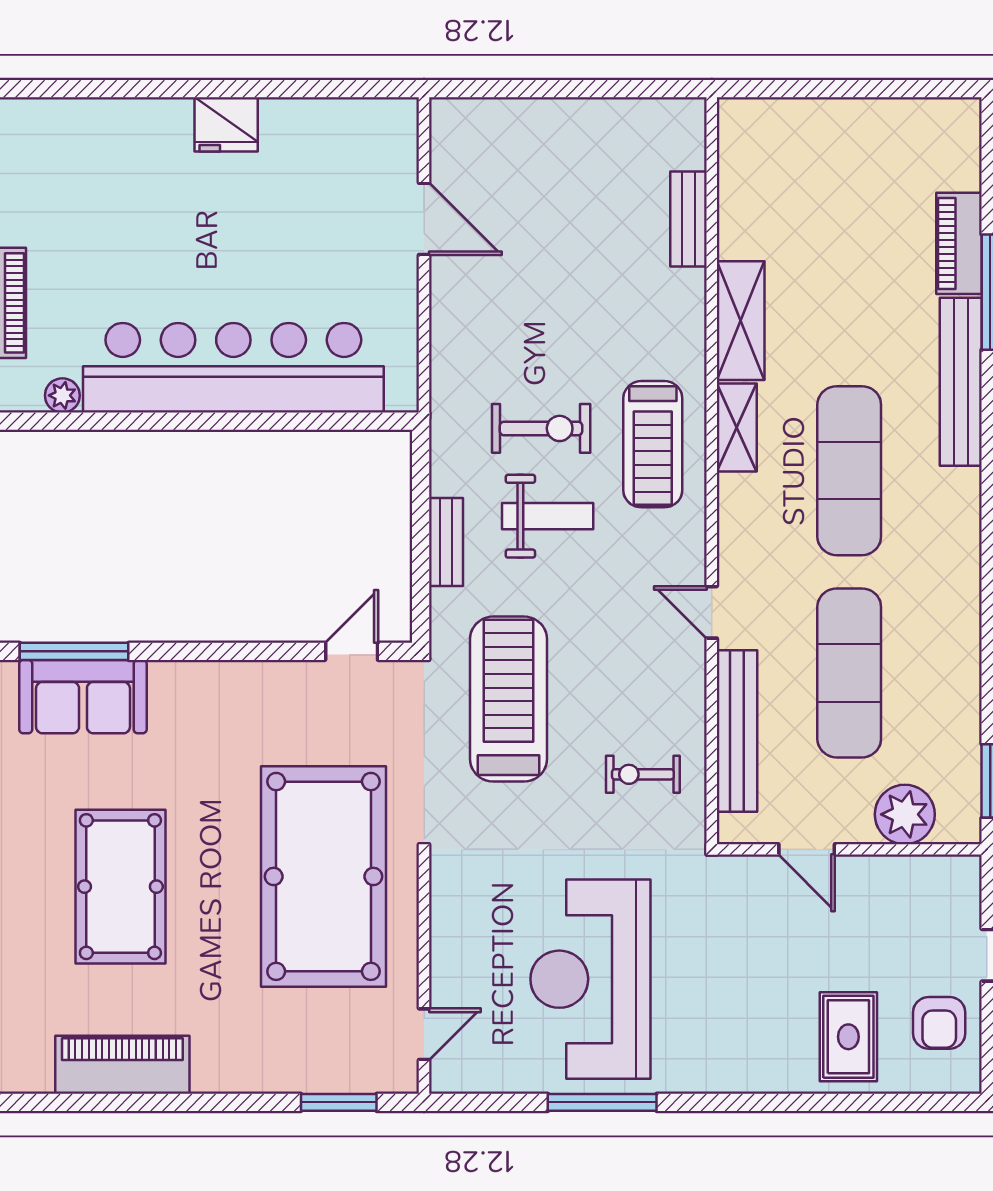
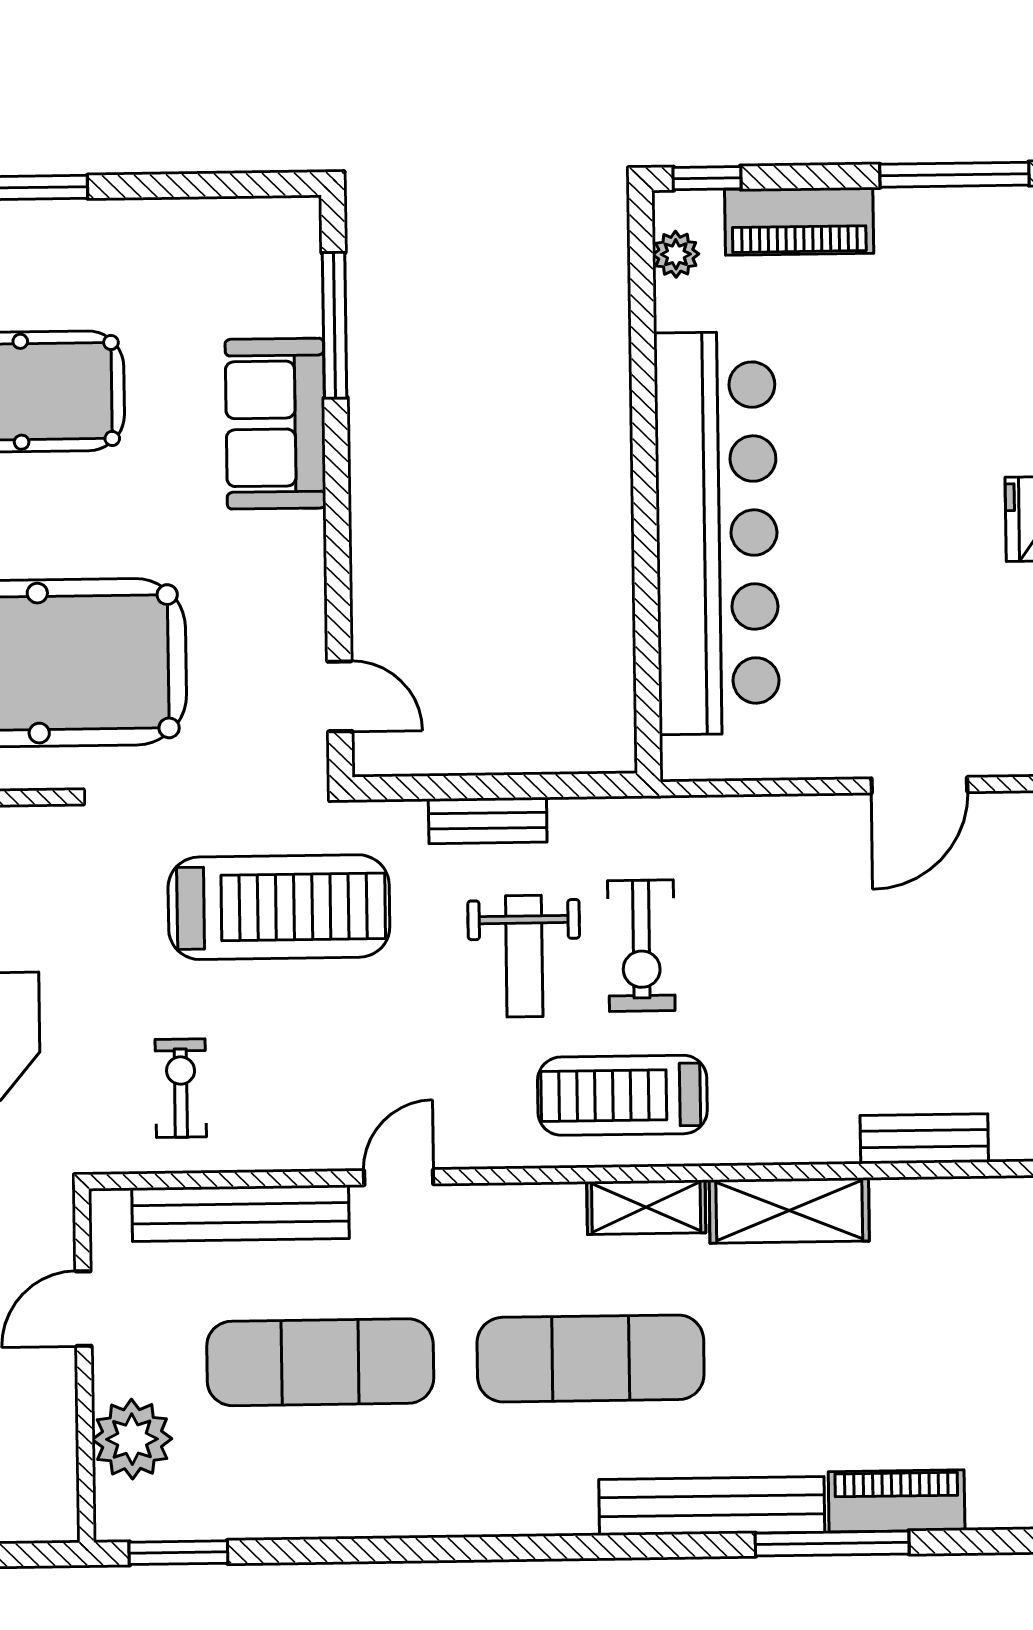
plant: (62, 395) -> (676, 254), moved
sofa: (83, 697) -> (275, 424), moved

